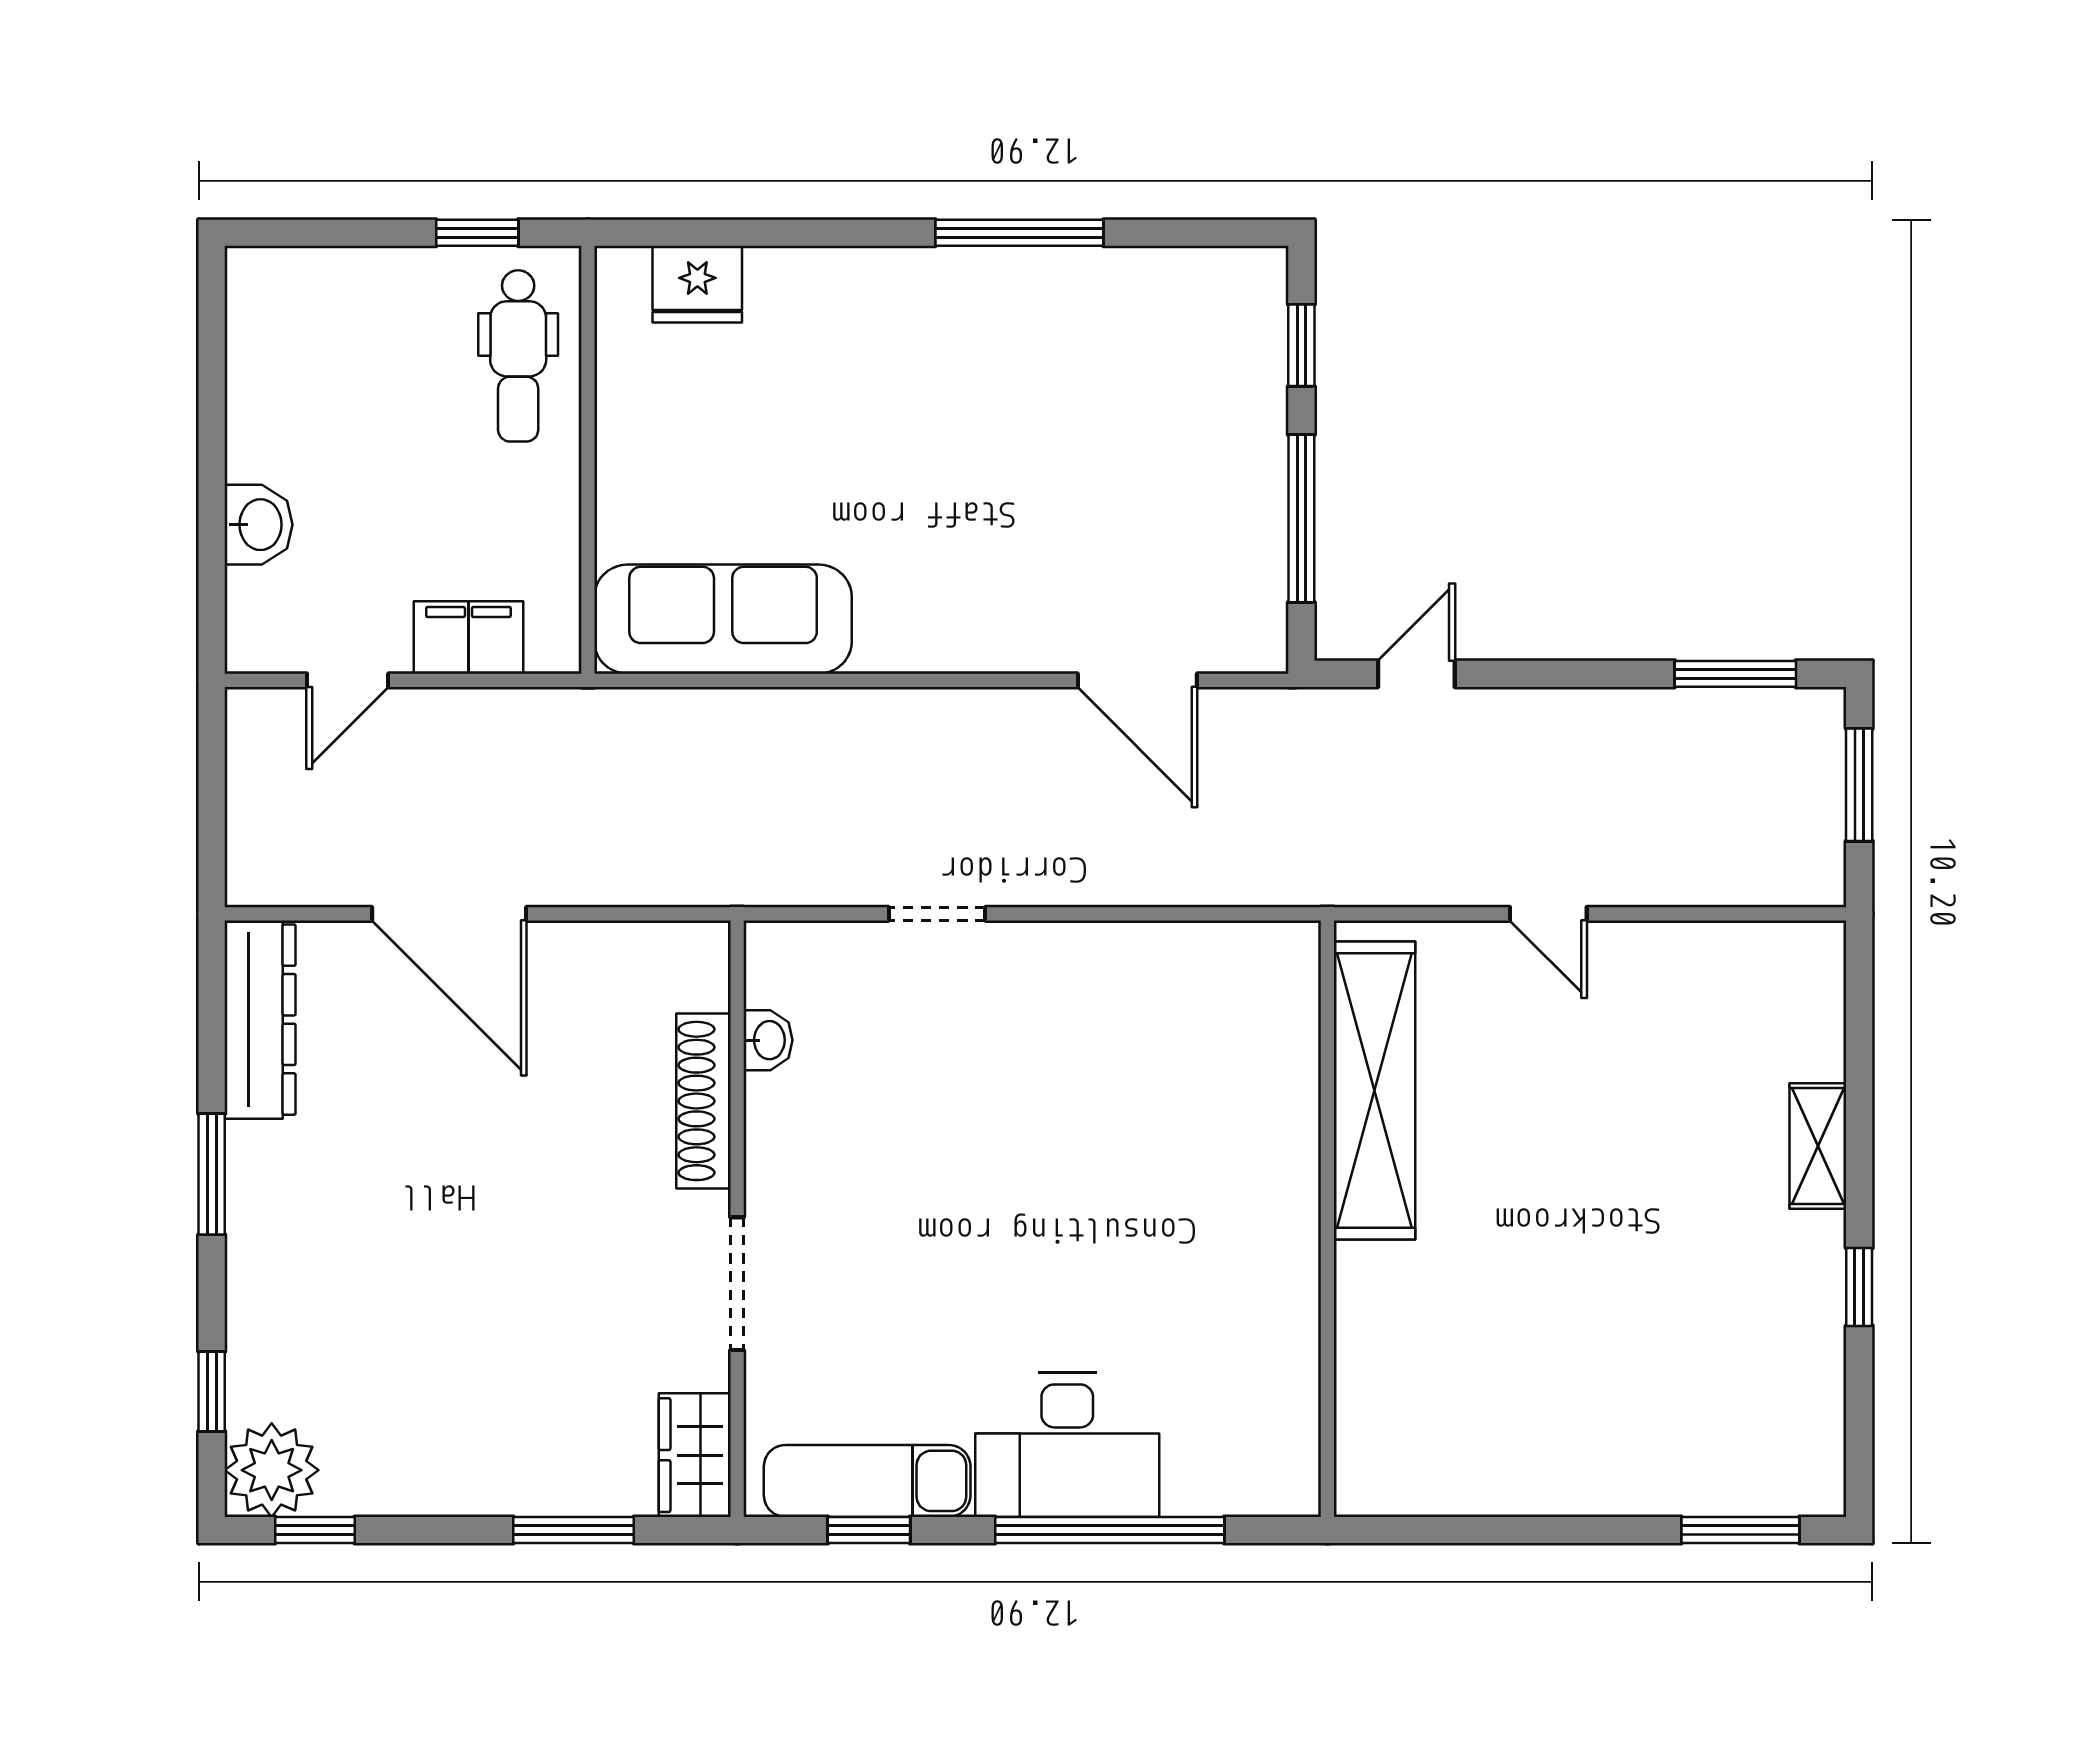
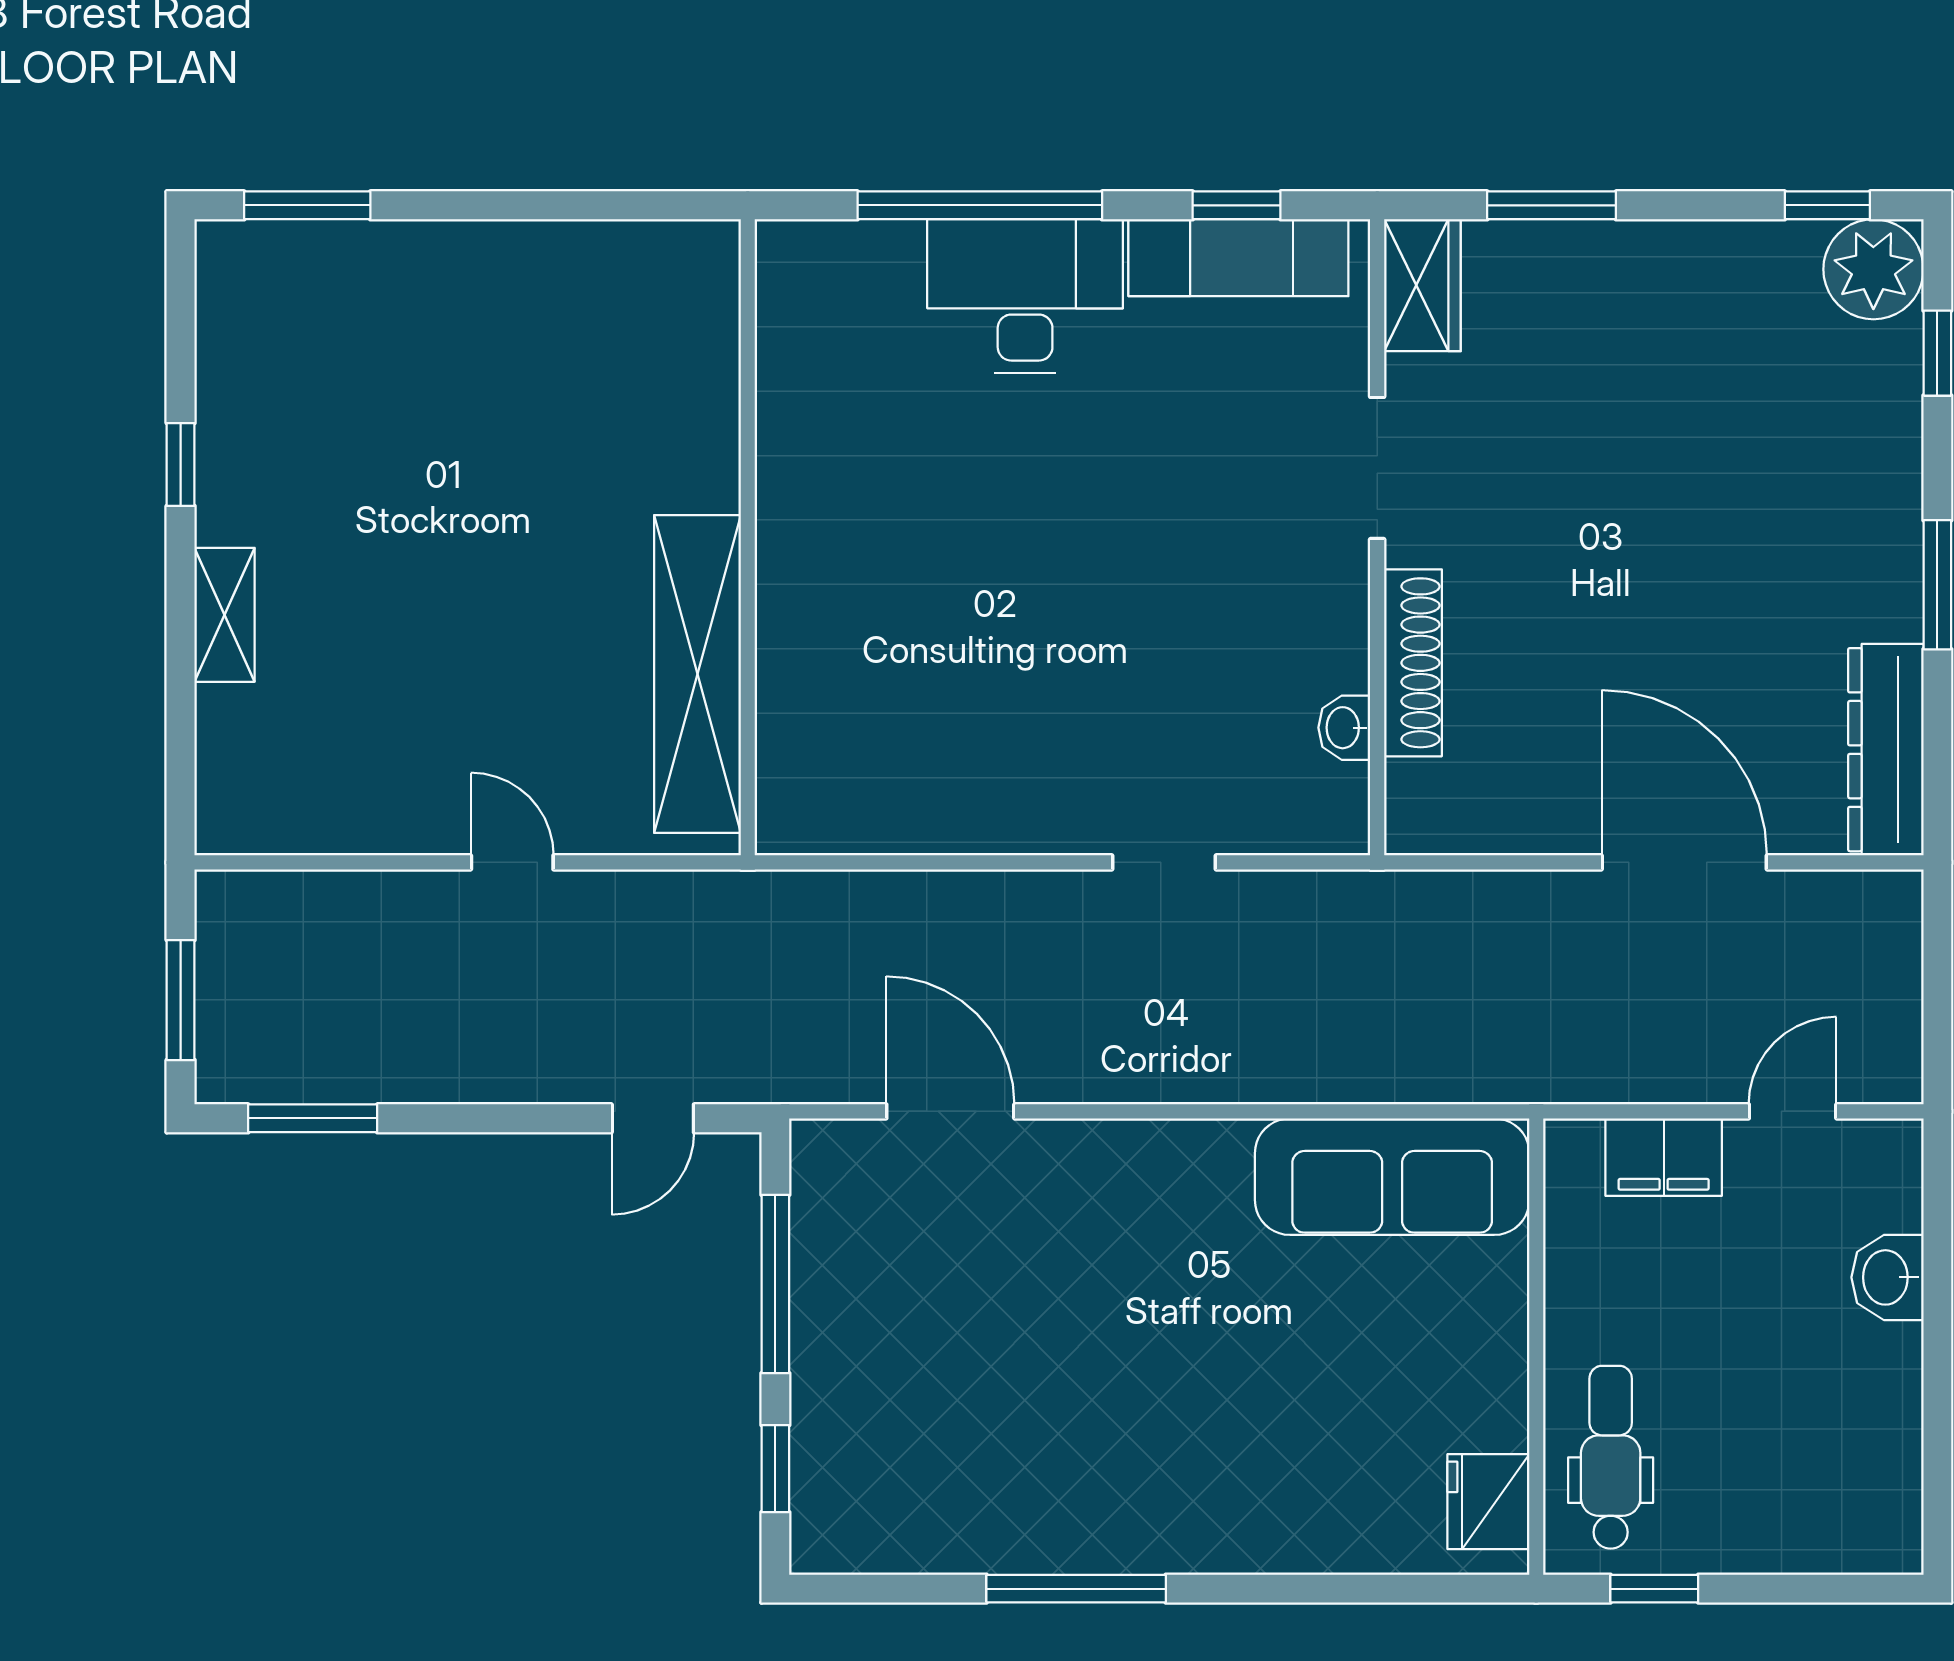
fridge: (697, 284) -> (1488, 1502), moved, turned -90

